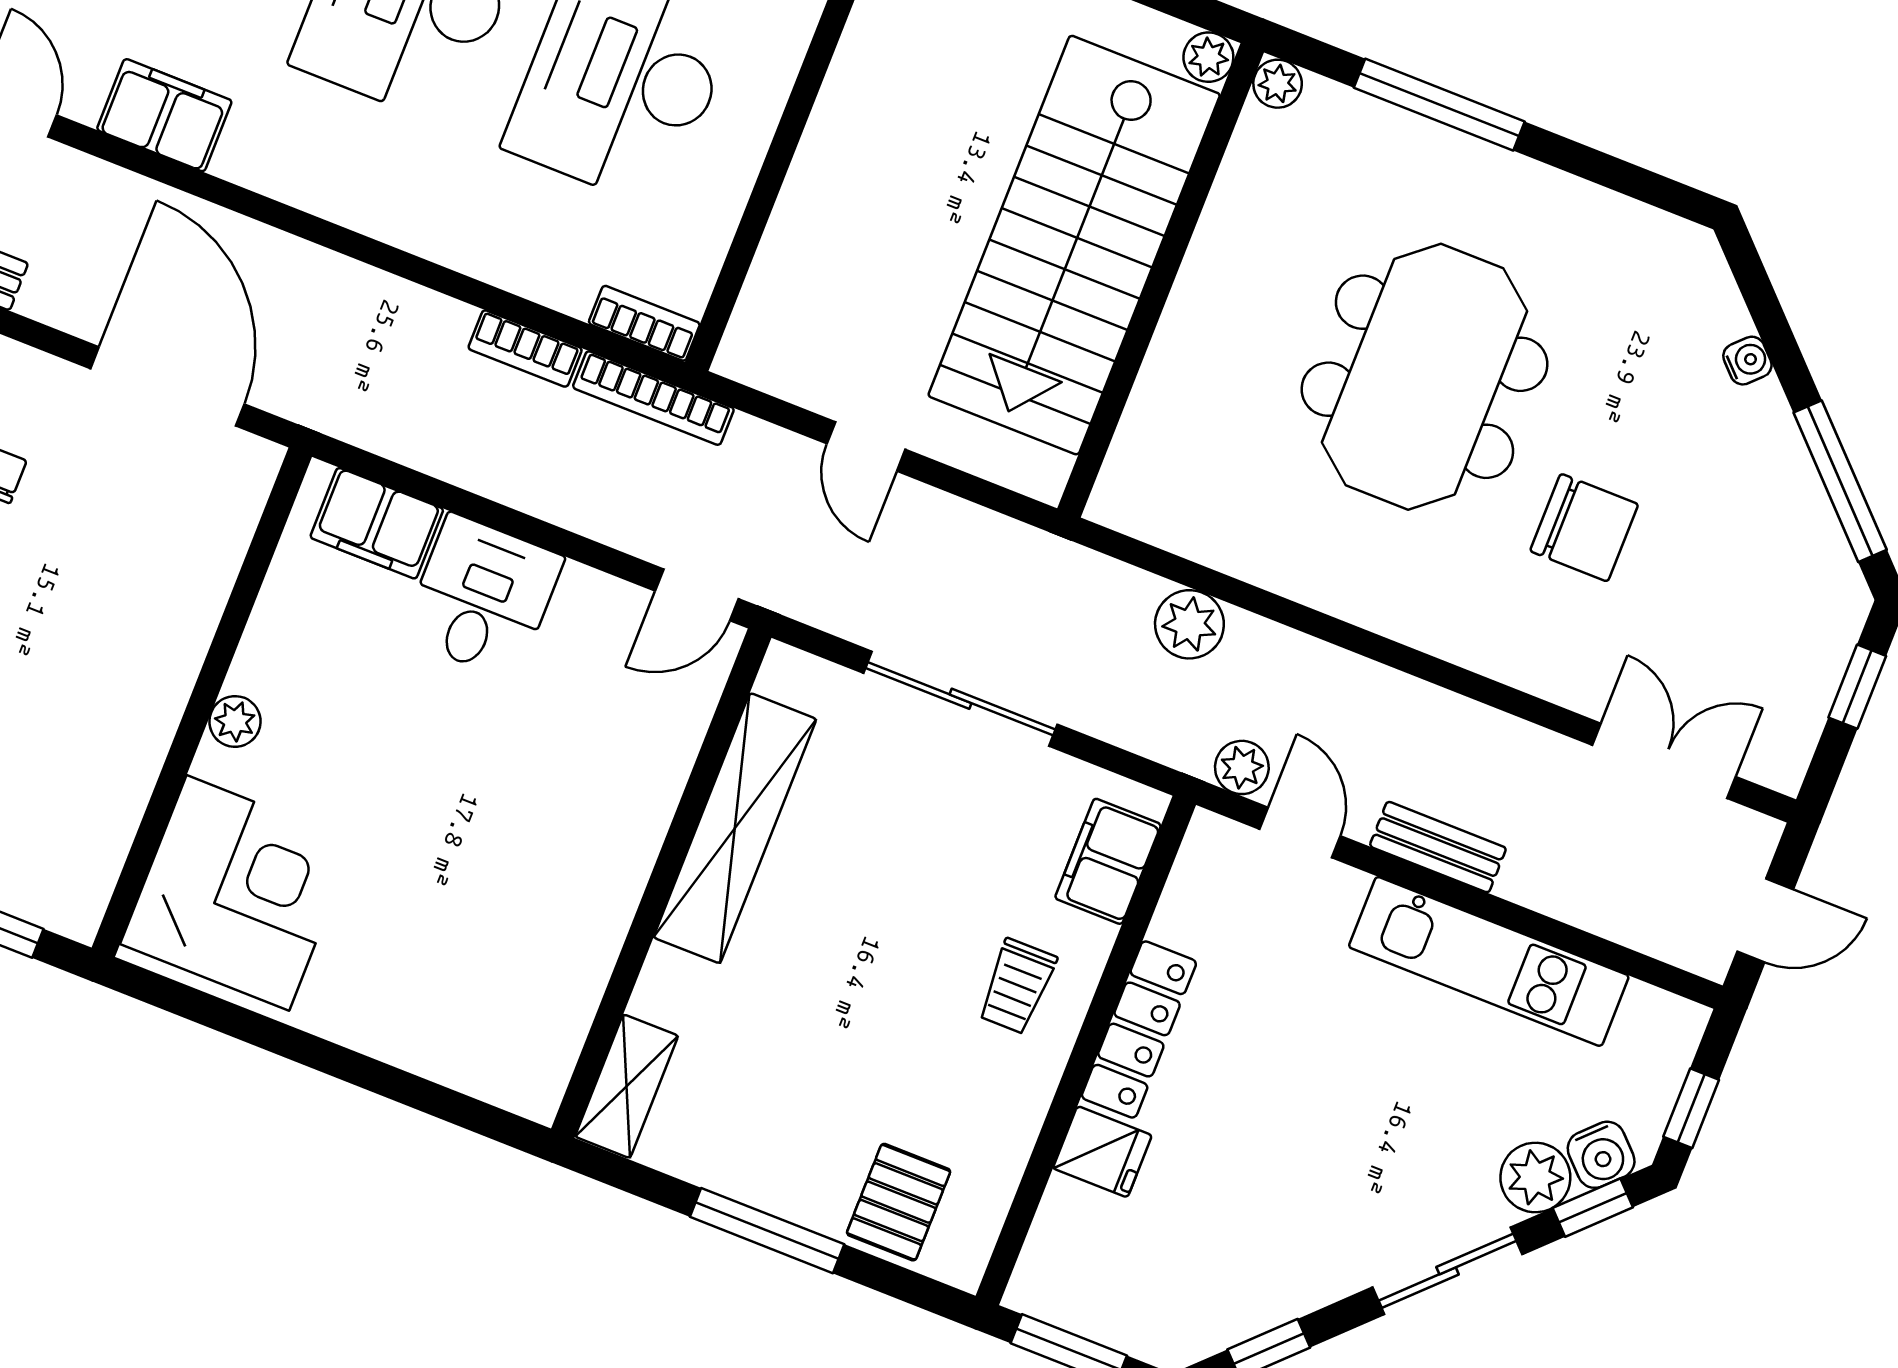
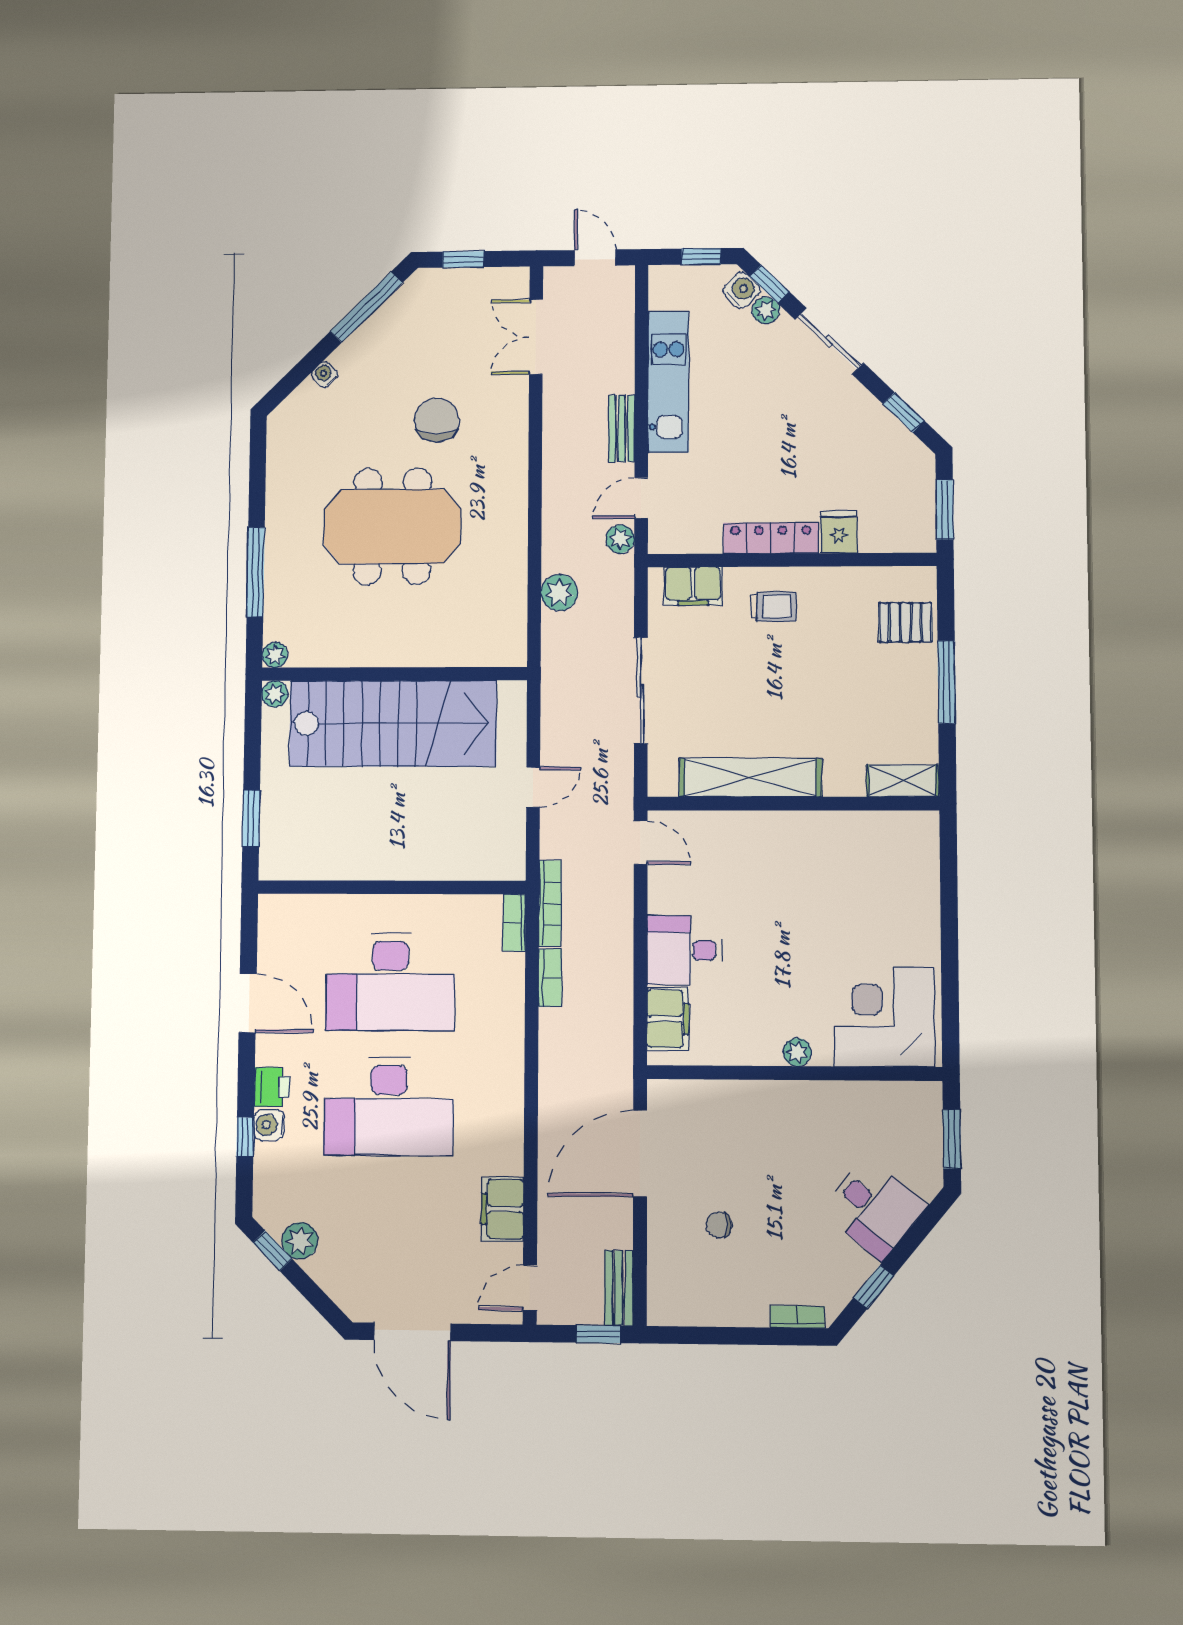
plant: (1535, 1178) -> (766, 310), width x0.73, depth x0.73

